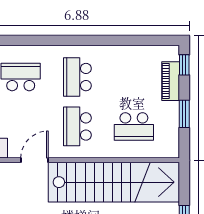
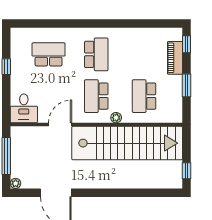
school desk: (77, 77) -> (96, 54), turned 180
school desk: (134, 126) -> (144, 96), turned 90
plant: (101, 152) -> (116, 118), added

